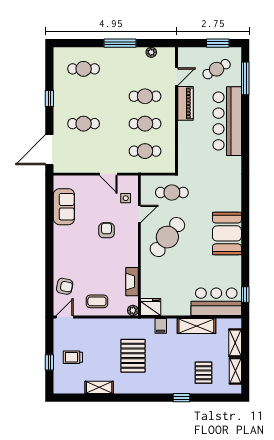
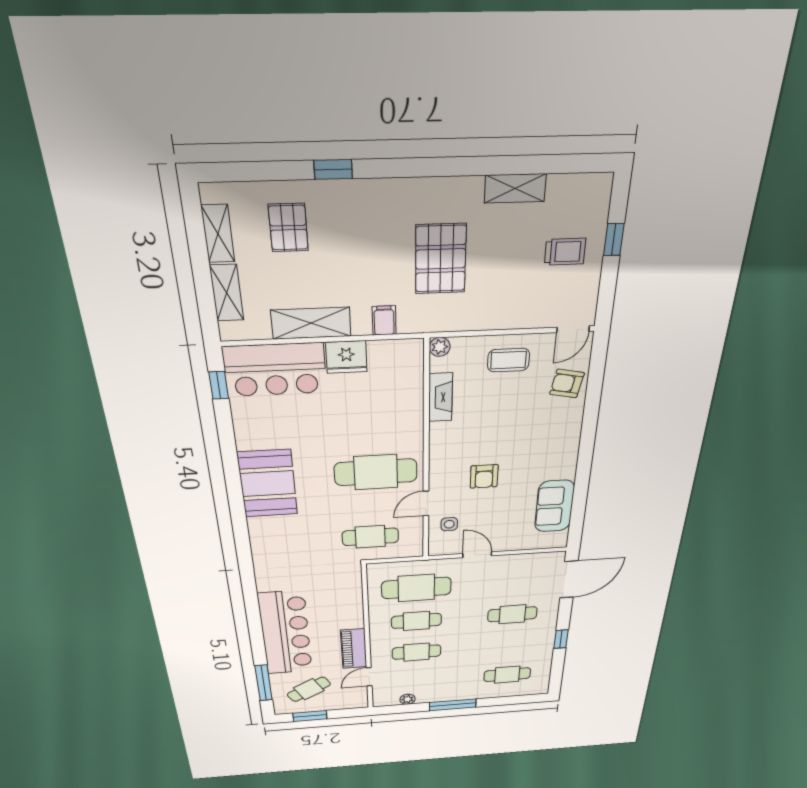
cafe table: (145, 151) -> (416, 588), width x1.37, depth x1.35
cafe table: (167, 237) -> (376, 472), turned 52
fridge: (151, 307) -> (346, 357), moved

